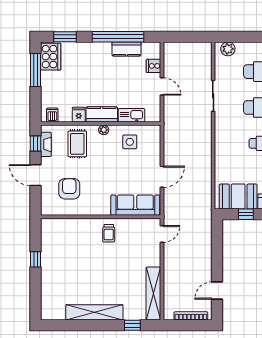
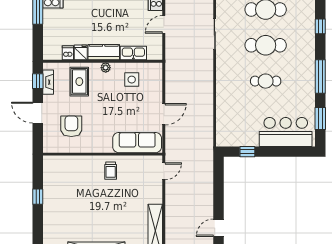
door: (162, 86) -> (164, 24), swing flipped
dishwasher: (52, 115) -> (68, 53), moved
booth: (238, 196) -> (240, 134), removed

